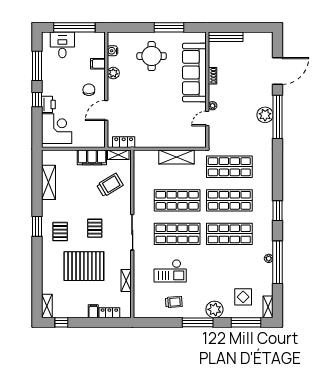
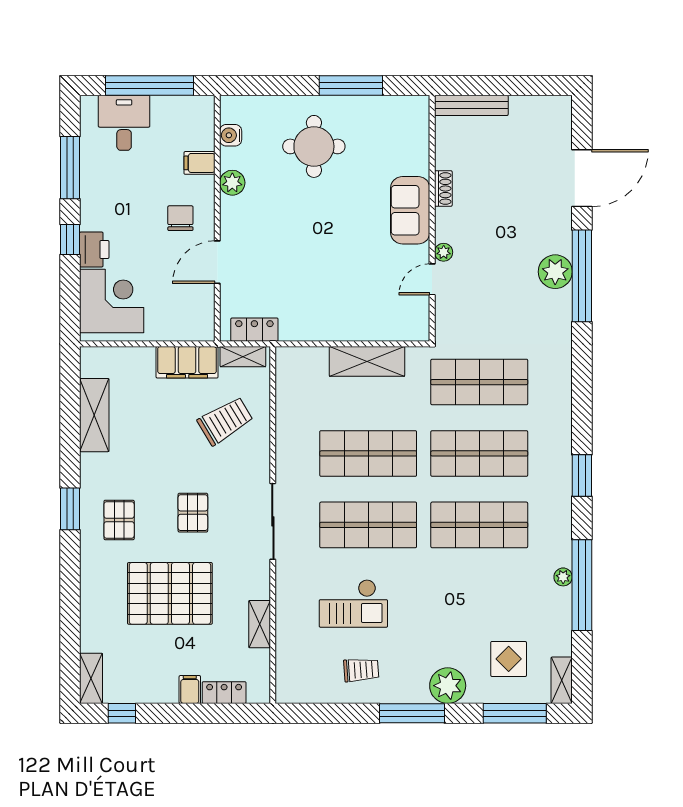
sofa: (194, 73) -> (410, 210), width x0.54, depth x0.79

